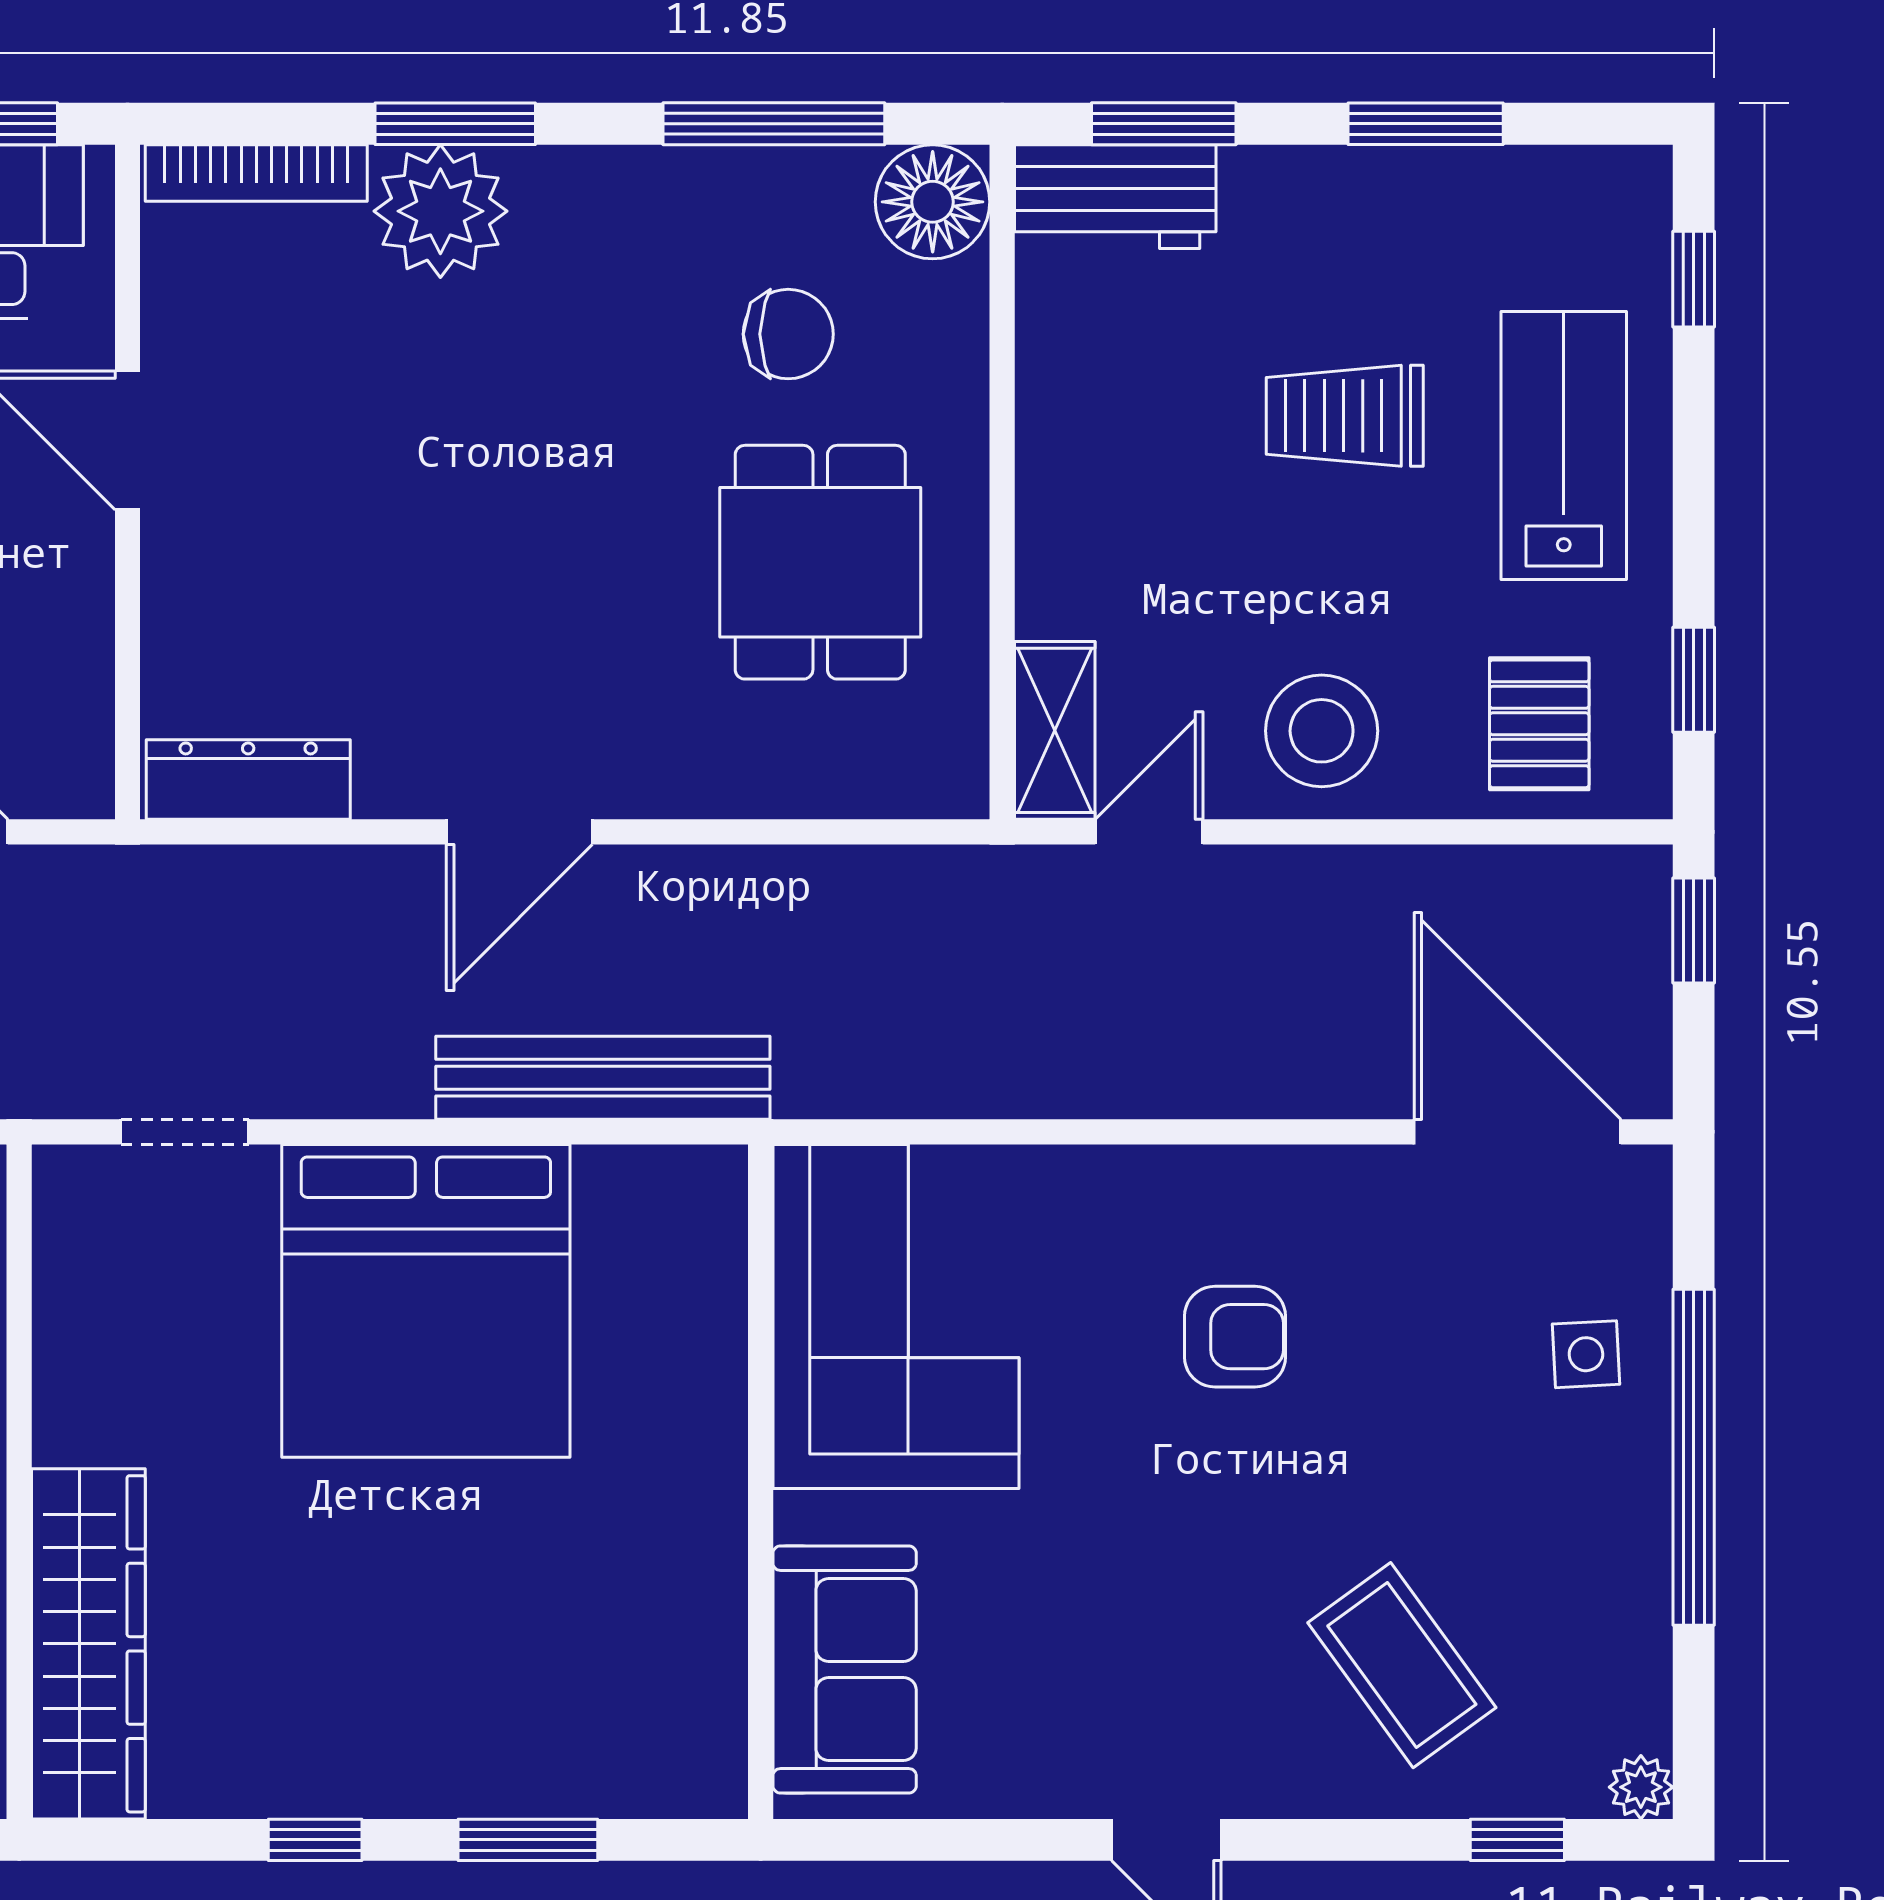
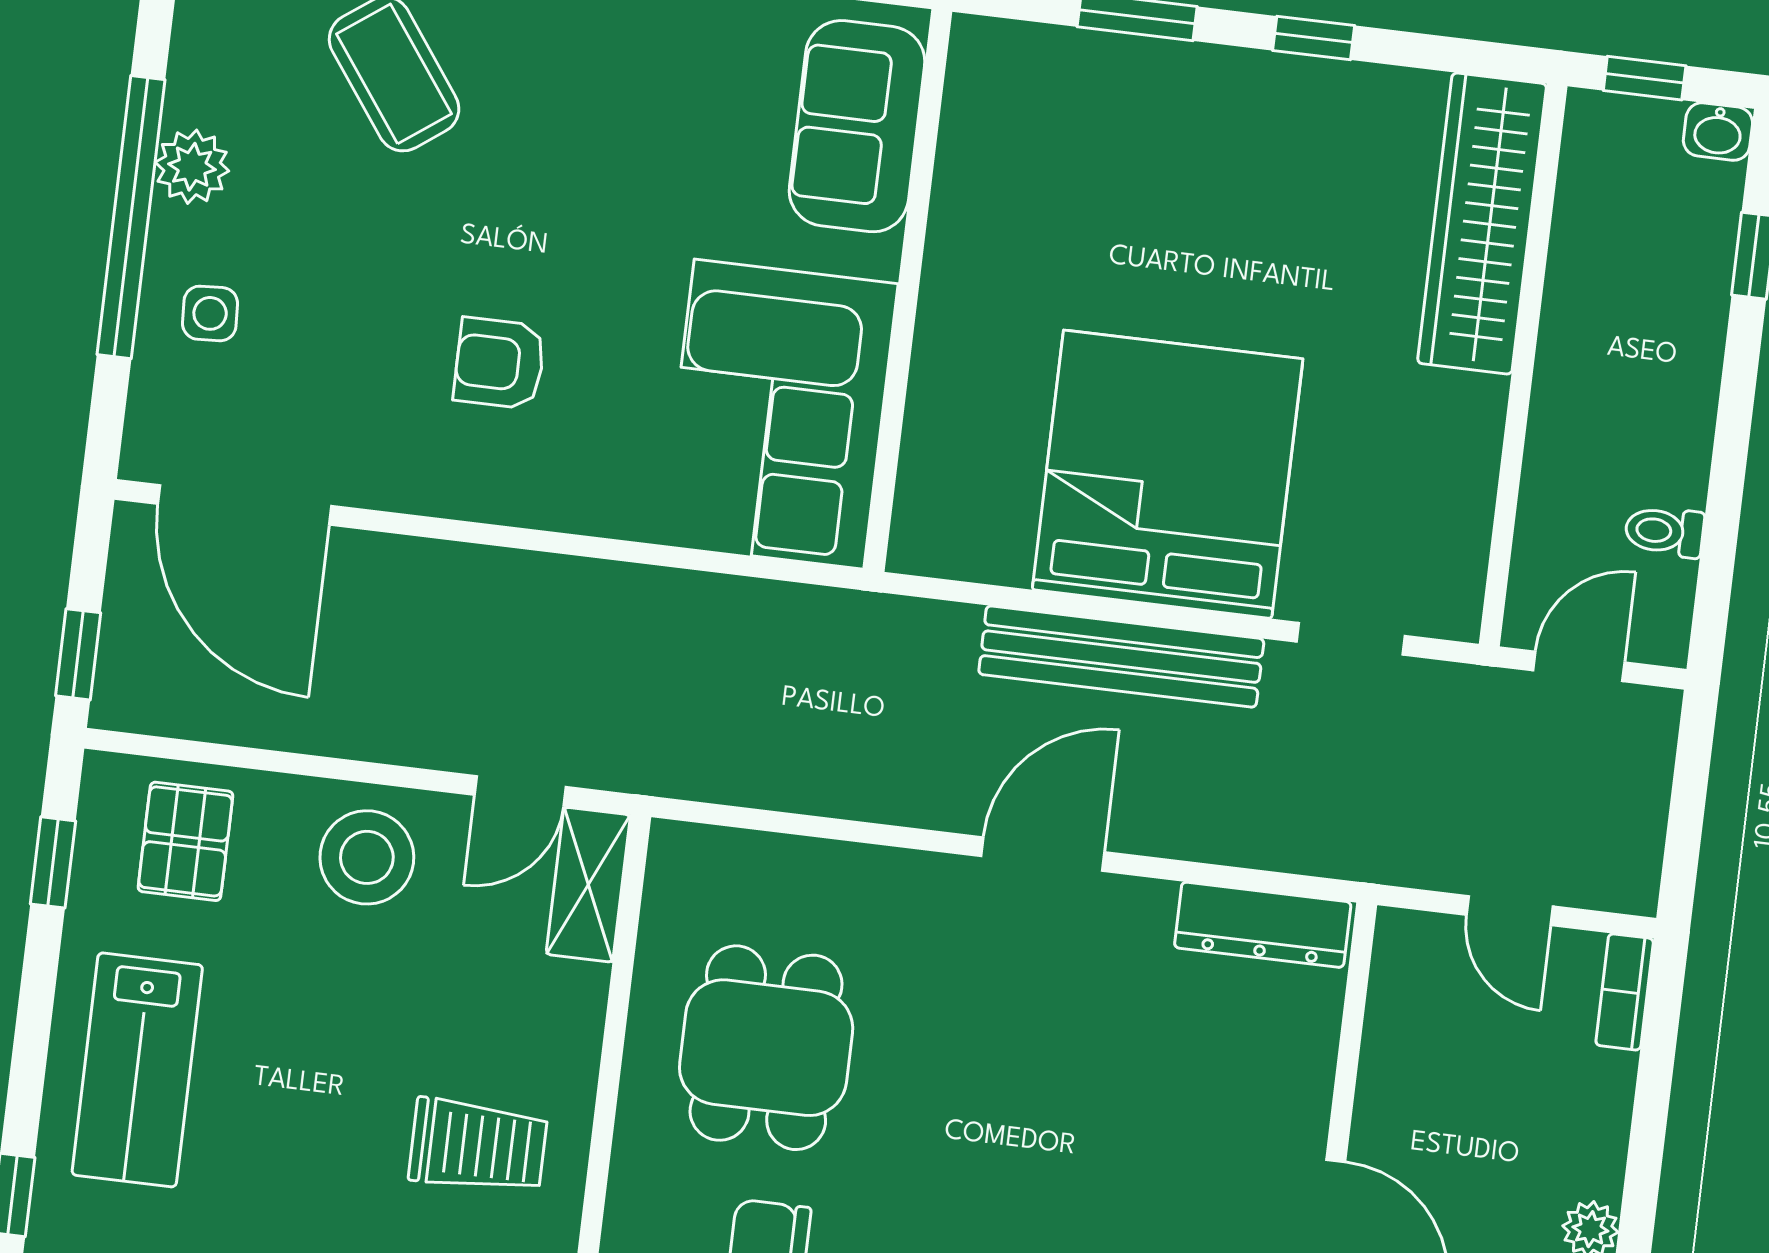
trolley: (1345, 416) -> (478, 1146), moved
bench: (603, 1078) -> (1121, 657), moved
plant: (1628, 1526) -> (192, 167), added

